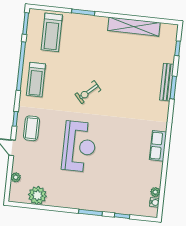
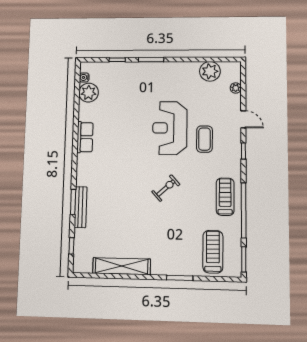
coffee table: (32, 128) -> (204, 139), moved
plant: (155, 192) -> (89, 93), width x1.88, depth x1.88

